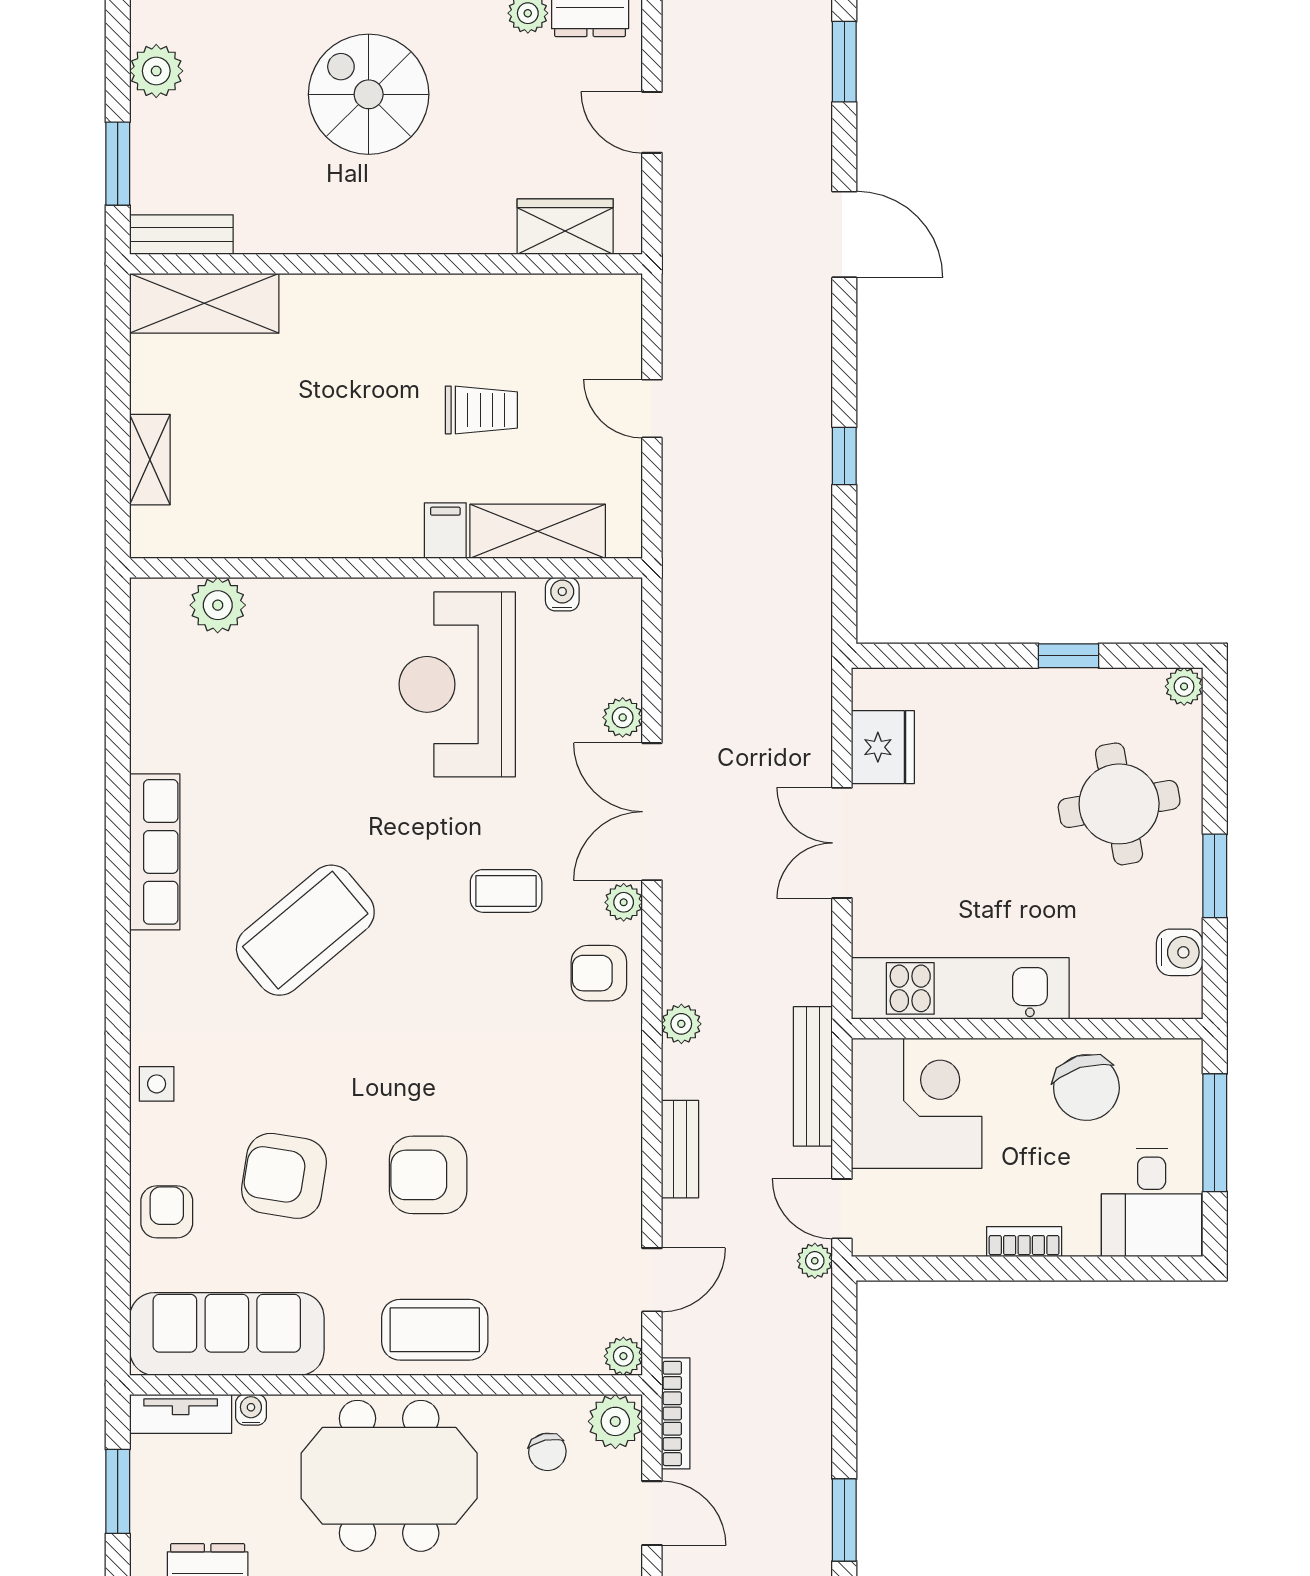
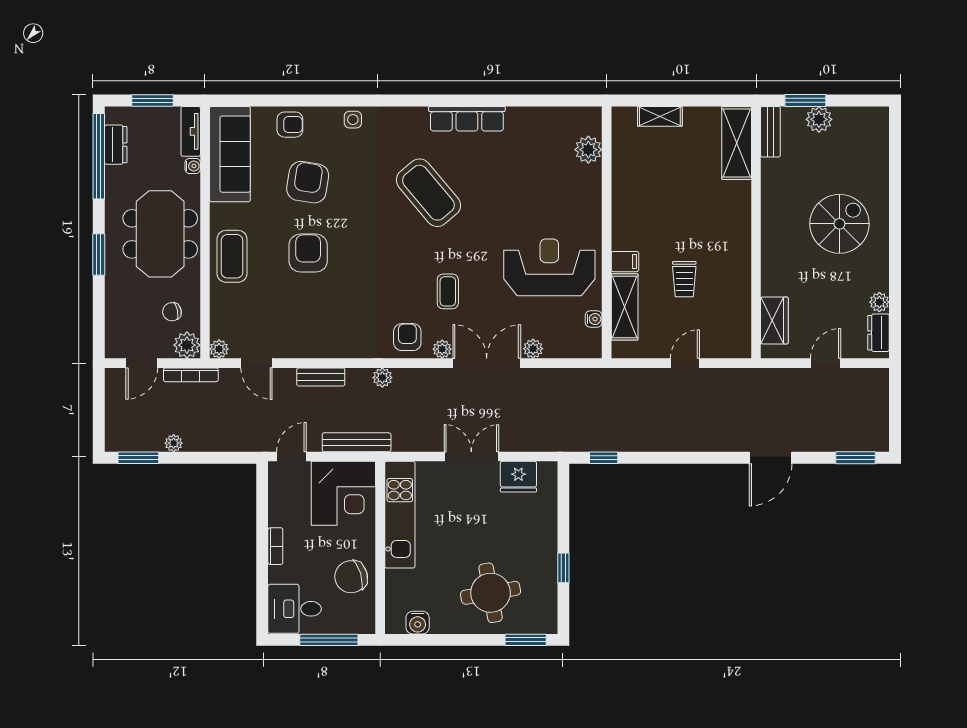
plant: (156, 71) -> (819, 119), moved
window: (844, 456) -> (604, 458), moved
plant: (1184, 686) -> (548, 625), removed
window: (1215, 876) -> (526, 640), moved
plant: (815, 1261) -> (174, 443), moved

